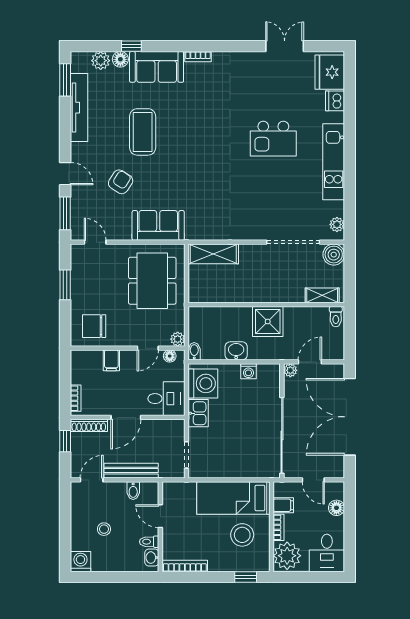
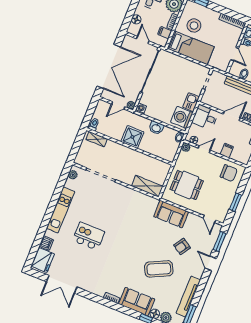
double door: (285, 46) -> (62, 284), width x1.37
coffee table: (143, 132) -> (159, 269), turned 64
boiler: (334, 255) -> (81, 159), removed
dining table: (152, 281) -> (187, 185), width x0.73
washing machine: (248, 371) -> (141, 109), moved

